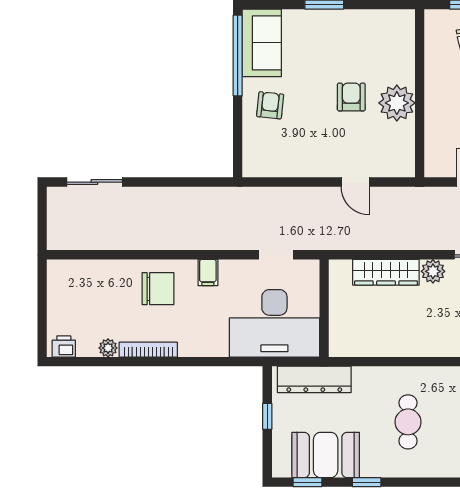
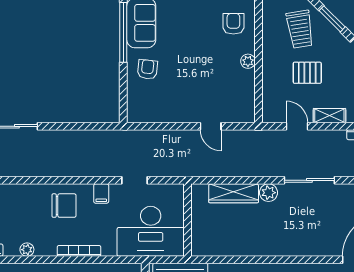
armchair: (351, 97) -> (233, 24), moved
plant: (397, 103) -> (248, 61), width x0.53, depth x0.53
doorway: (276, 255) -> (134, 180), moved
bookcase: (148, 350) -> (79, 251), moved

